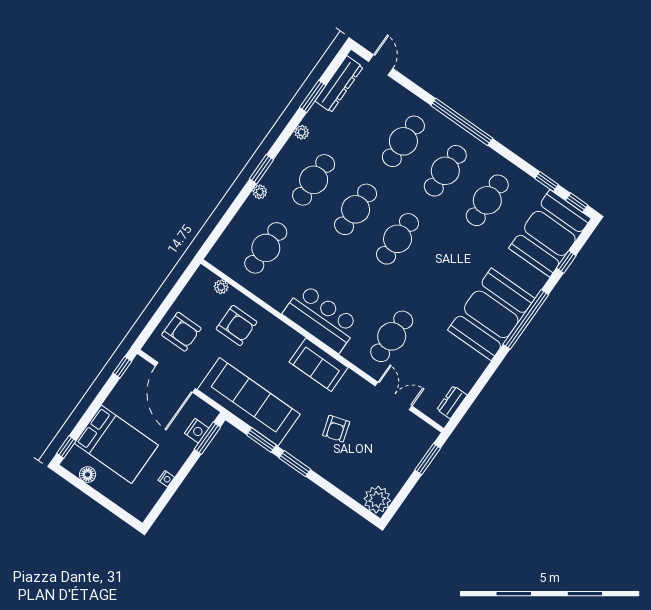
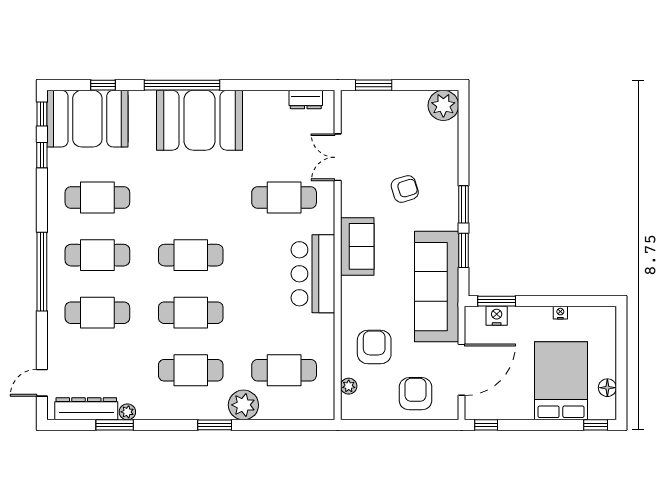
plant: (302, 132) -> (127, 412), moved
plant: (260, 192) -> (243, 405), width x1.87, depth x1.87

